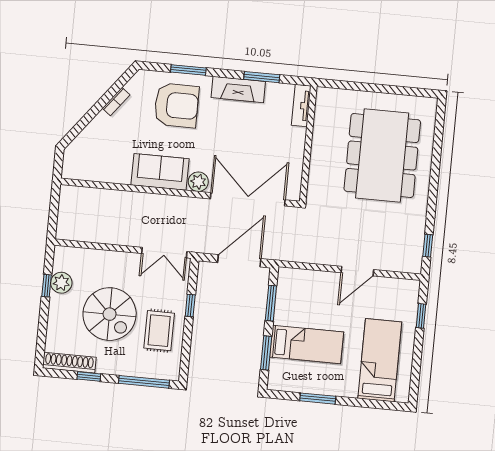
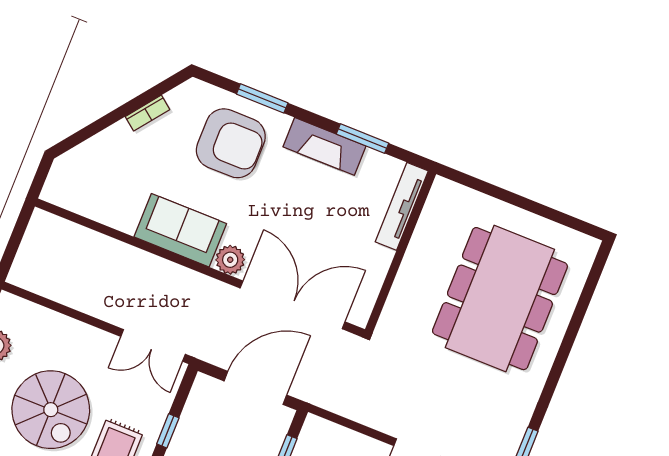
tv unit: (301, 106) -> (402, 206), width x1.41

